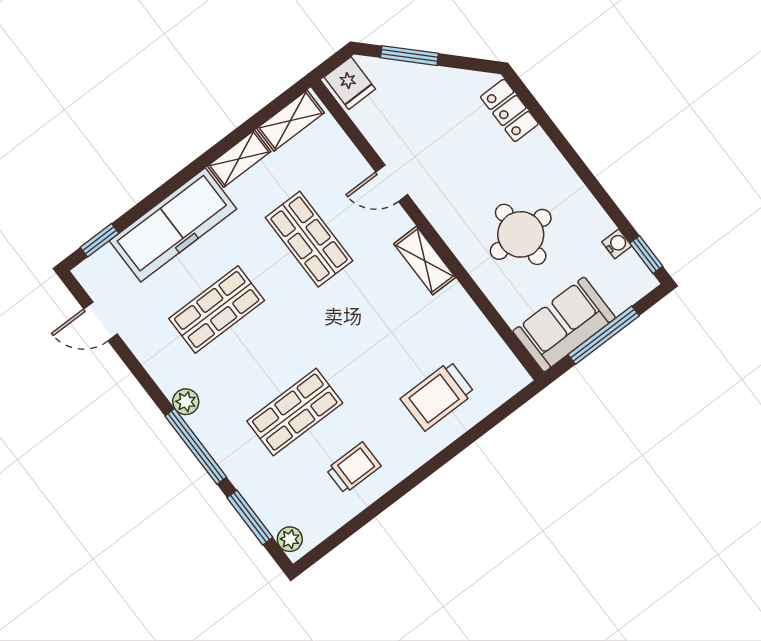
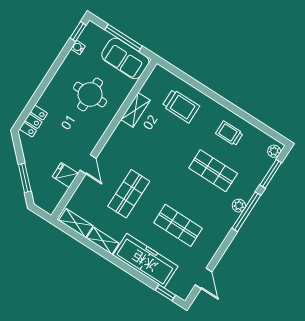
fridge: (350, 83) -> (65, 175), moved, turned -90
shelving: (425, 261) -> (135, 110), moved
plant: (186, 402) -> (239, 206), moved

